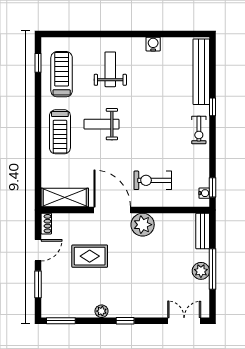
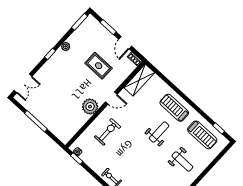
door: (112, 210) -> (111, 98), width x0.53
bench: (203, 231) -> (59, 134), removed
rug: (90, 256) -> (99, 66), turned 90
plant: (201, 271) -> (40, 114), removed

